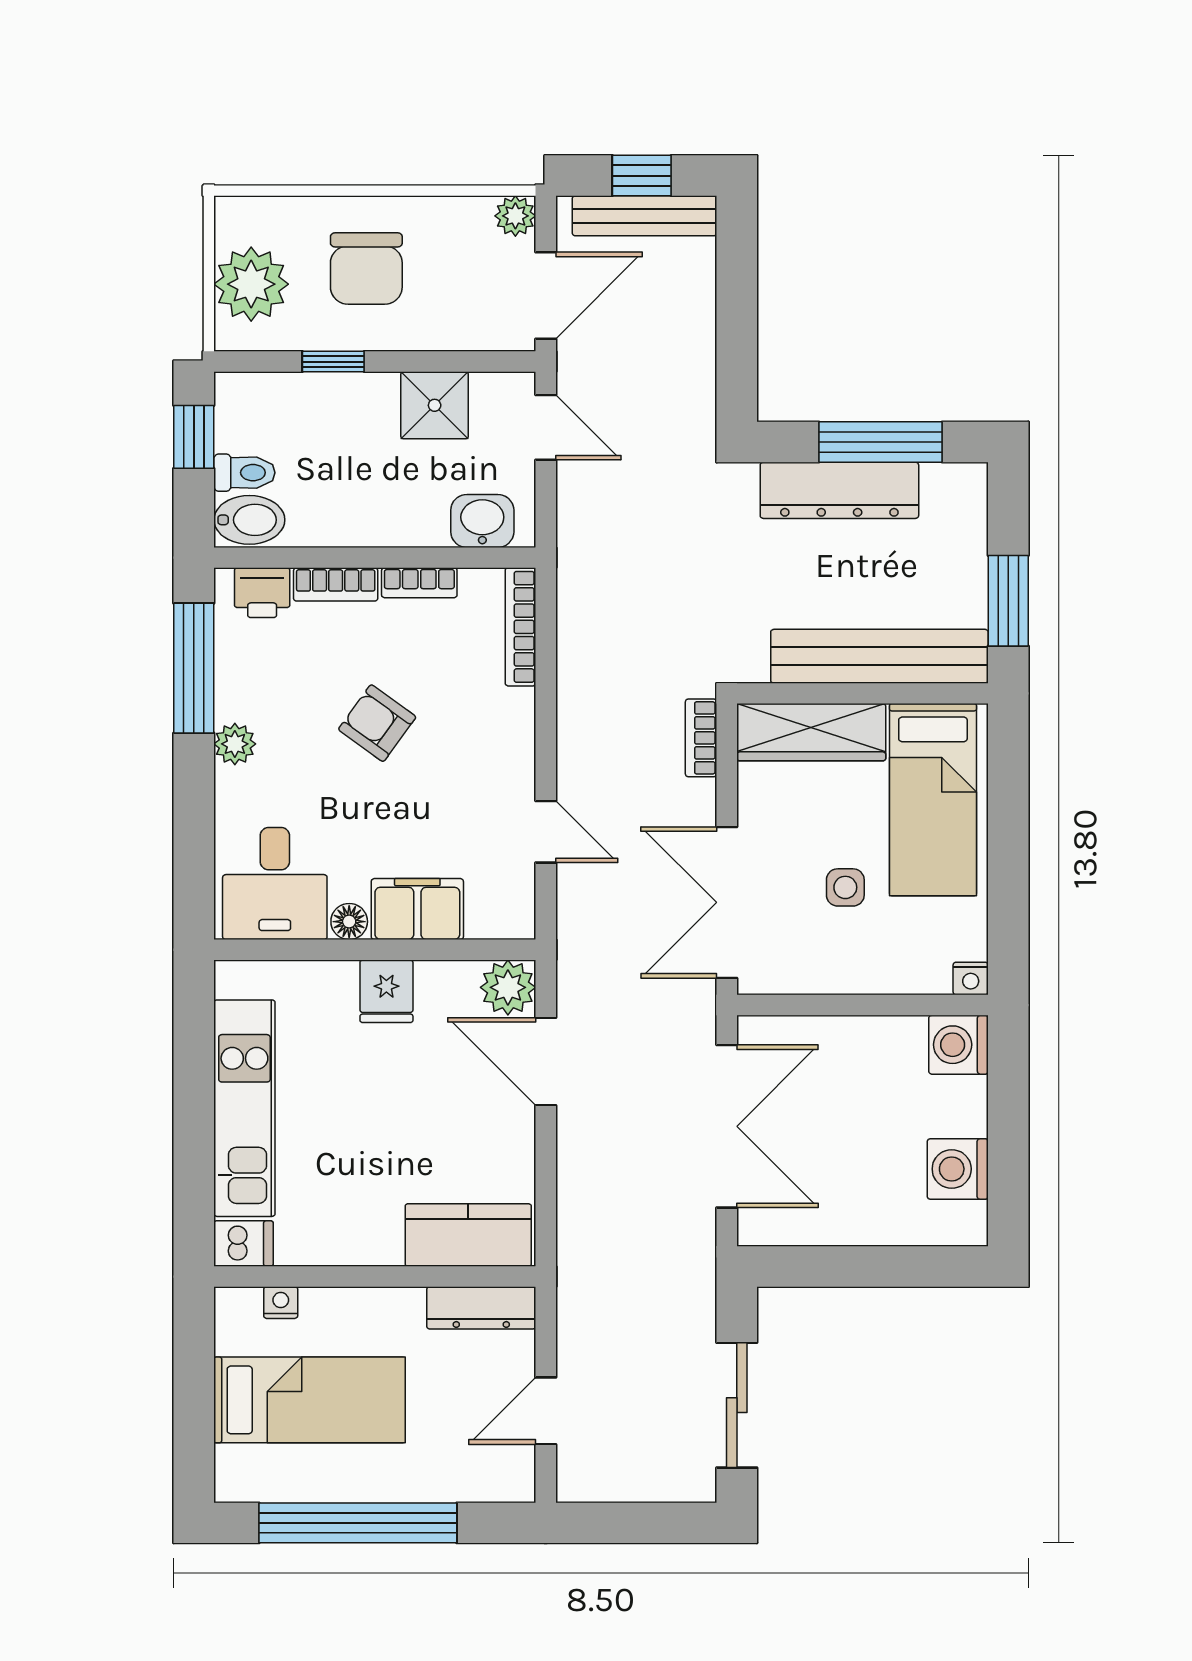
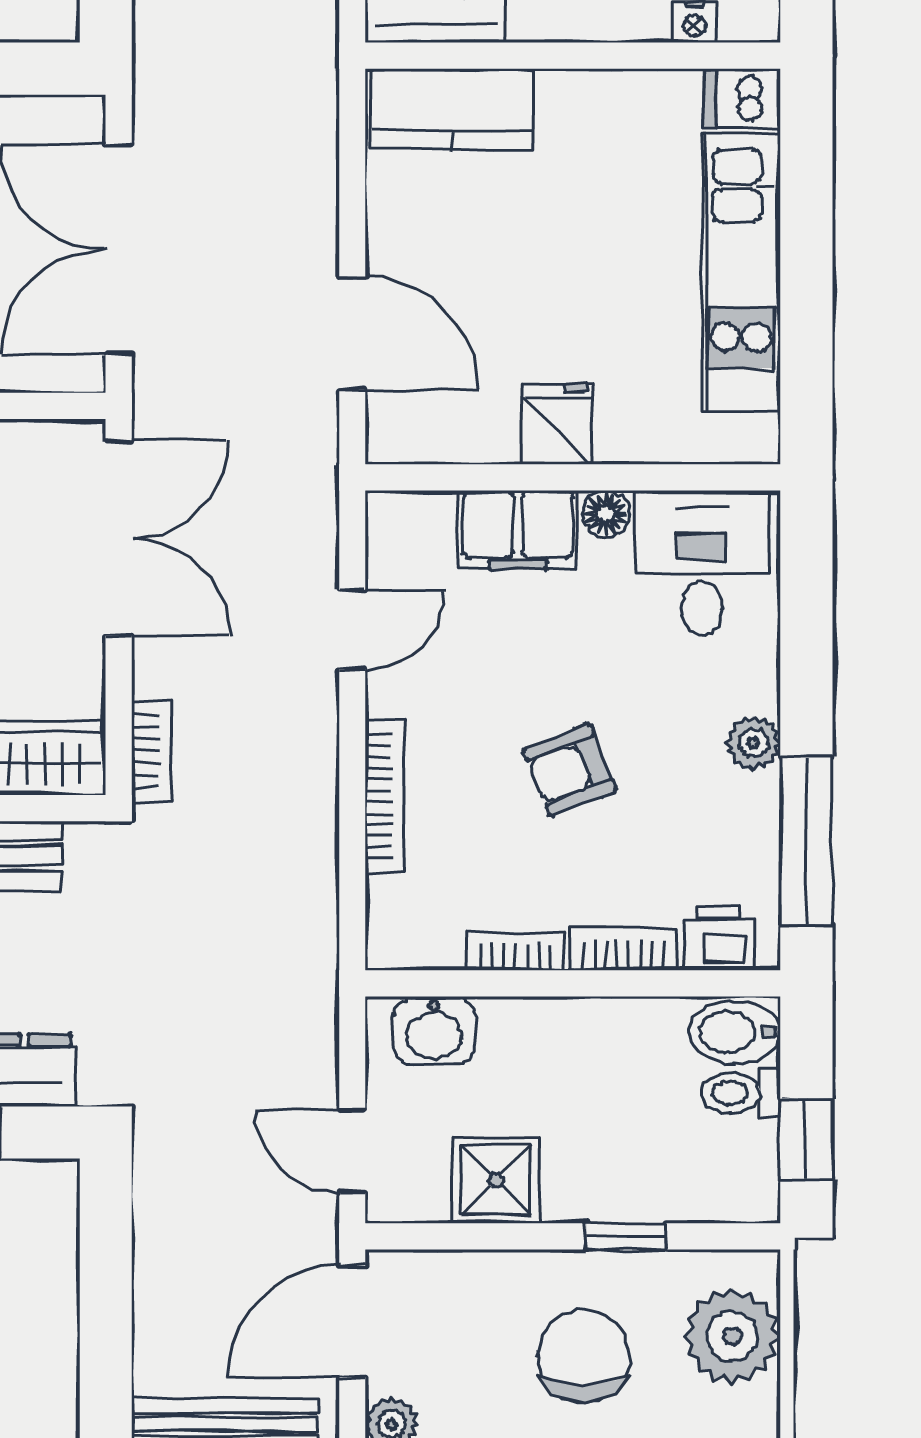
bookcase: (520, 627) -> (385, 796), moved
armchair: (377, 723) -> (570, 770), turned 122
door: (546, 832) -> (352, 630), swing flipped
plant: (508, 987) -> (401, 429), removed

